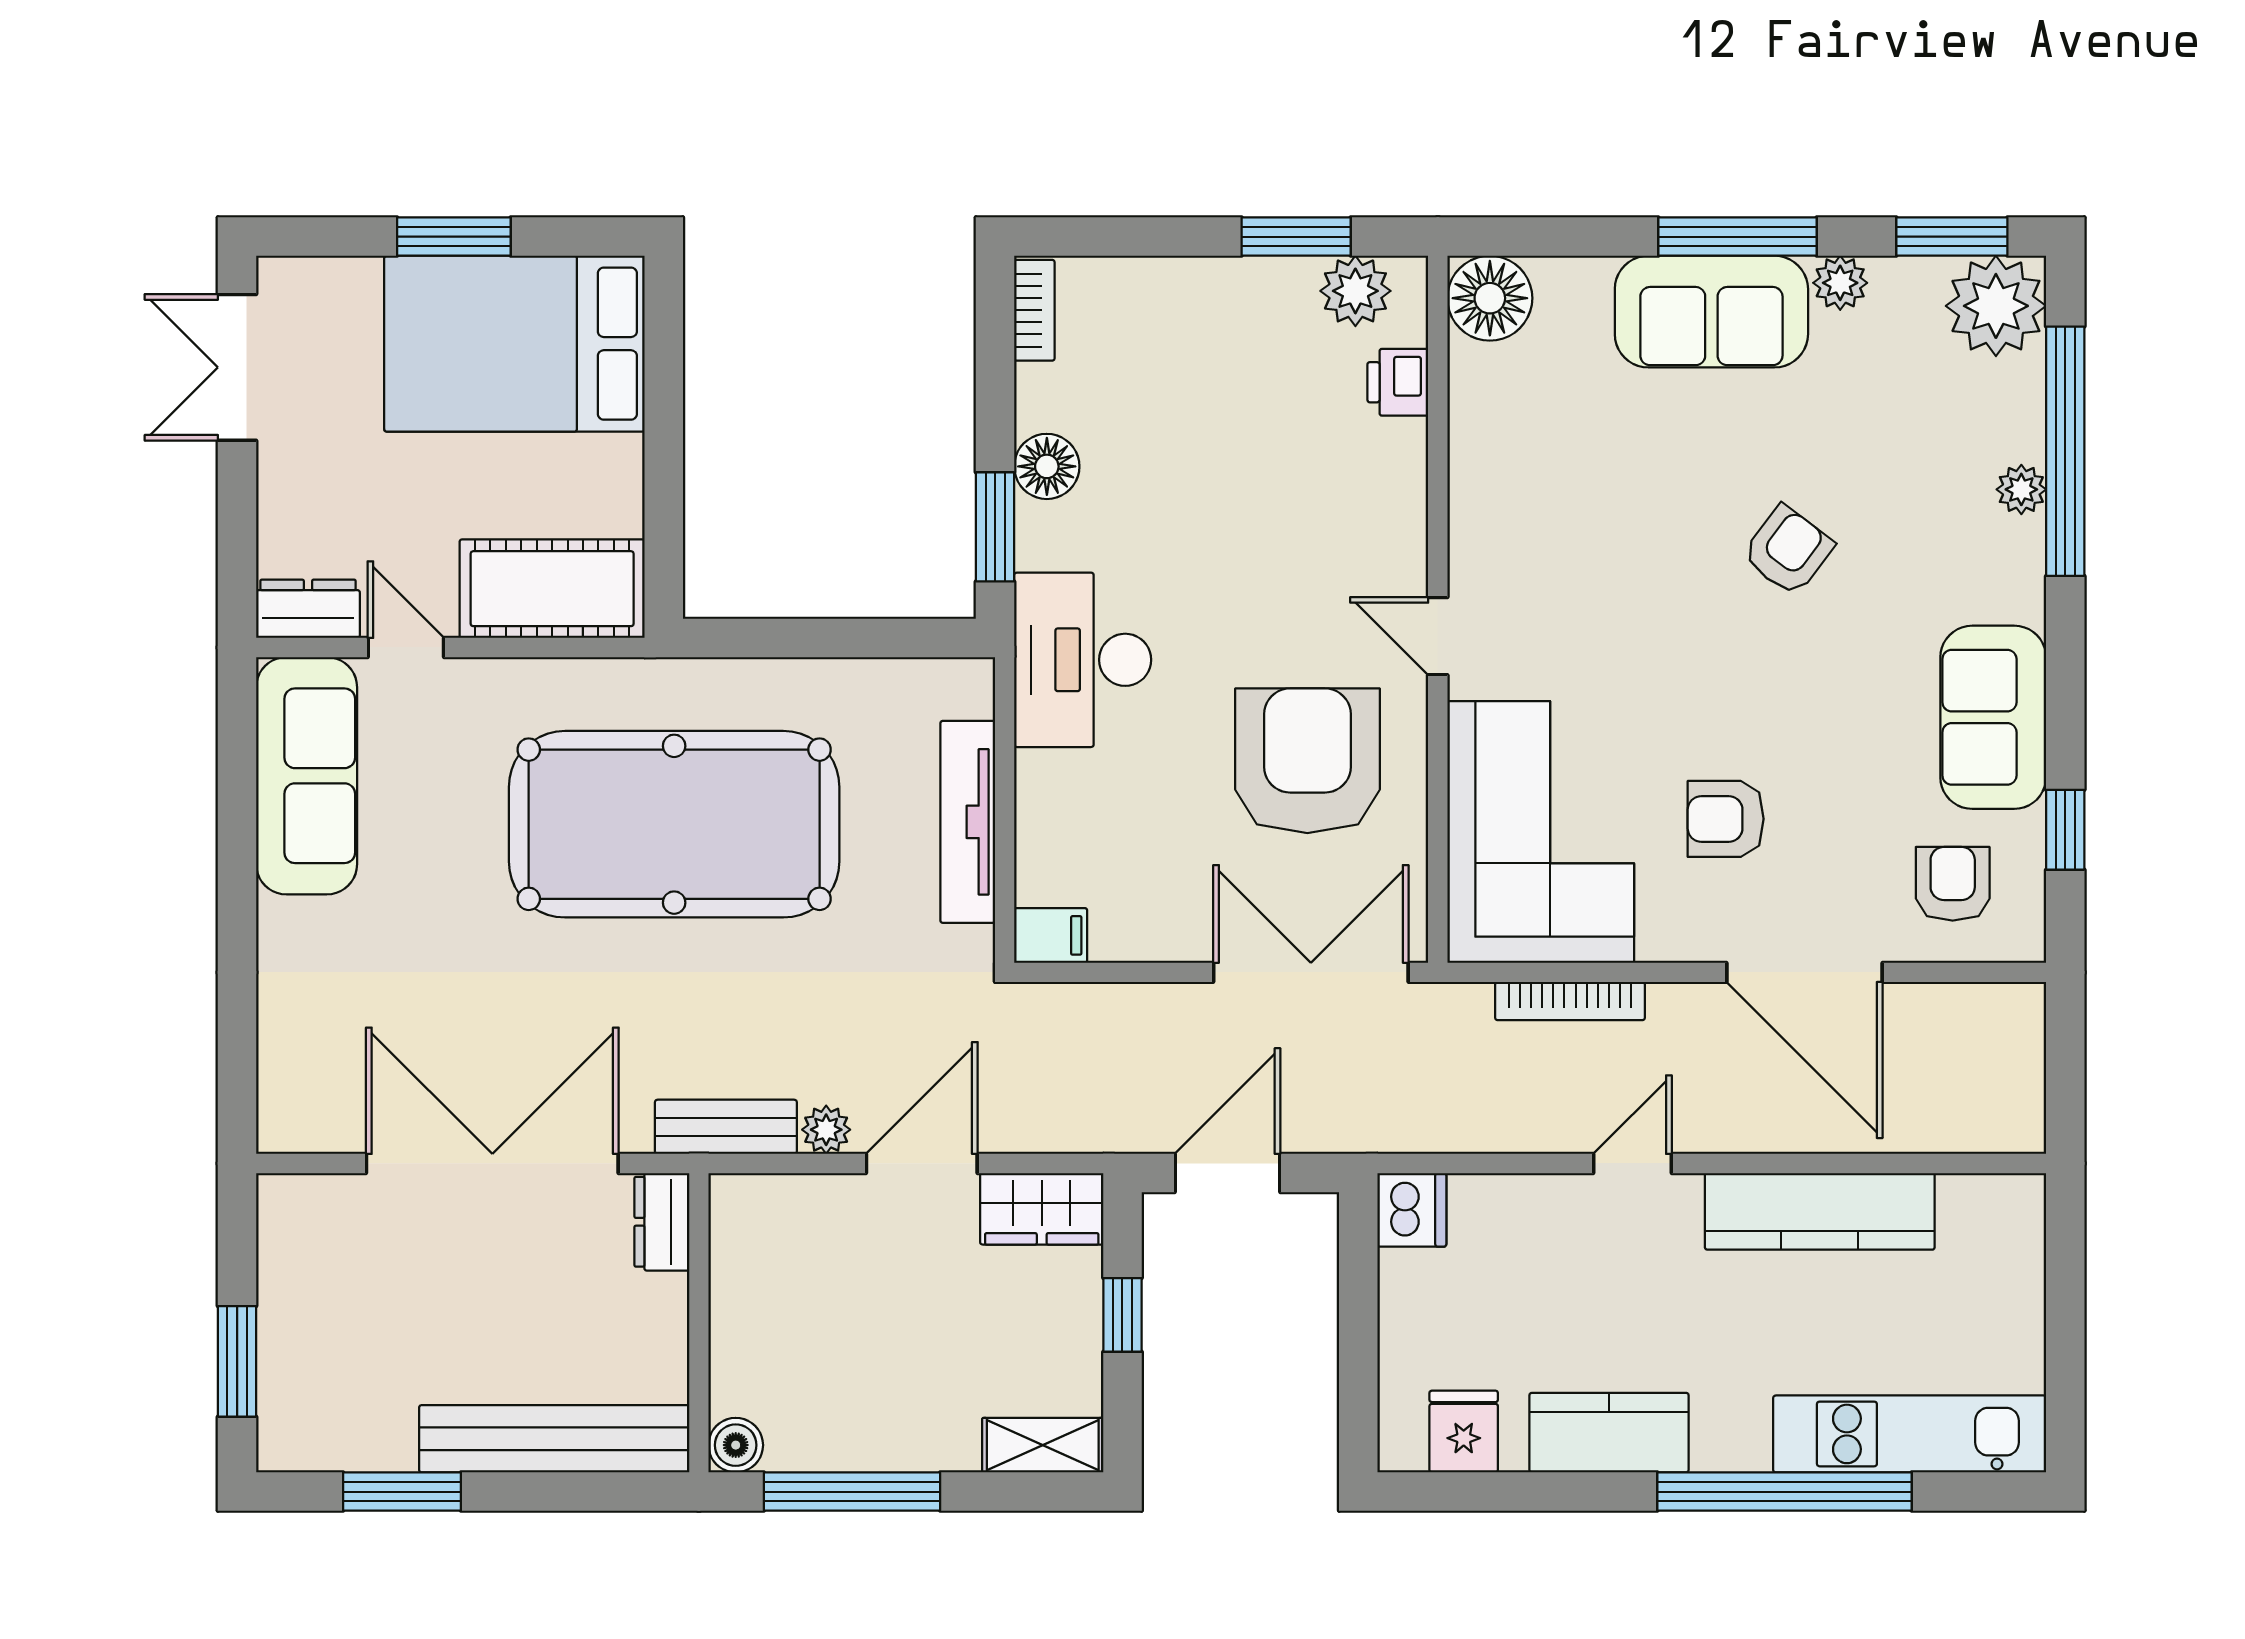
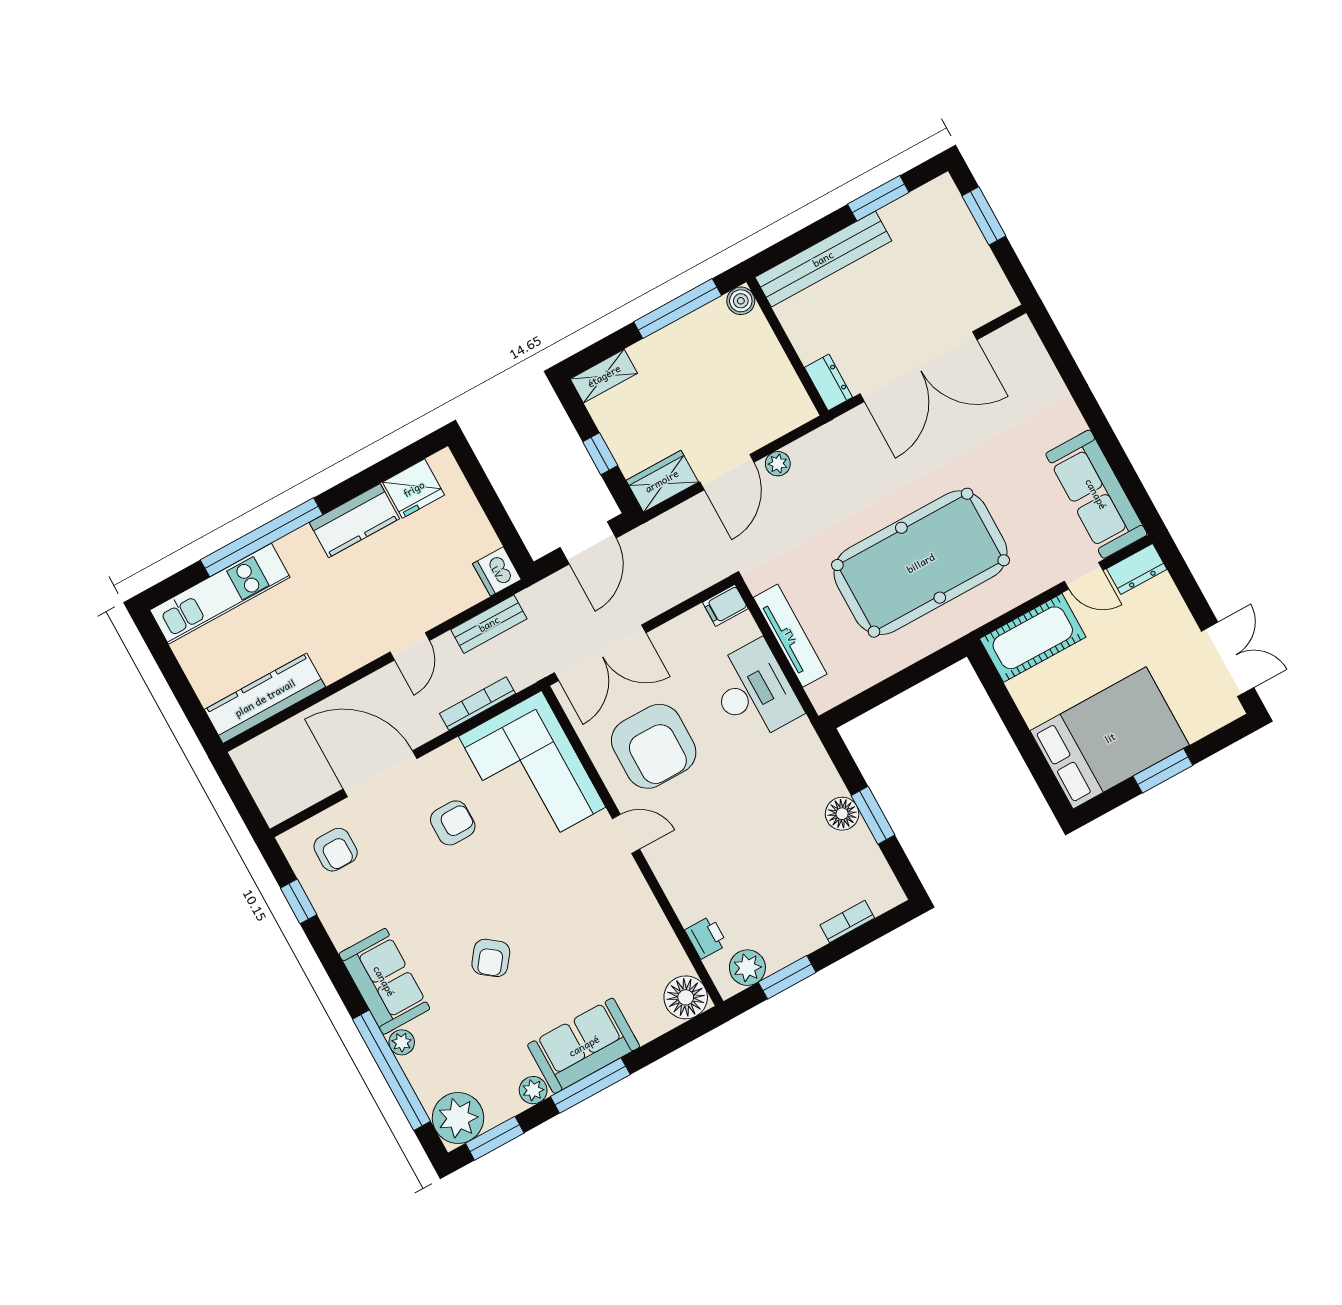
bookcase: (1034, 310) -> (847, 921), moved, turned 90
window: (995, 527) -> (873, 815), moved
desk: (1083, 660) -> (754, 691), moved
sofa: (1993, 717) -> (384, 981), moved
bench: (726, 1127) -> (489, 624), moved
kitchen counter: (1820, 1211) -> (265, 698), moved
fridge: (1464, 1432) -> (414, 489), width x1.38

